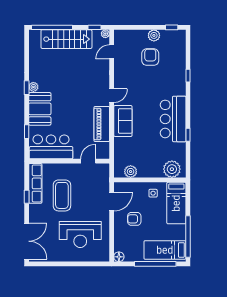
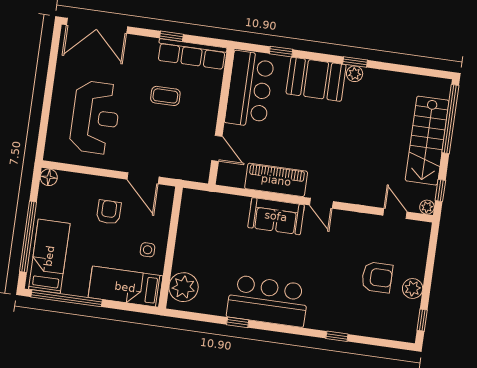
plant: (131, 172) -> (189, 217), removed
coffee table: (62, 195) -> (165, 96), width x0.54, depth x0.58
reception desk: (80, 235) -> (95, 117), turned 180

